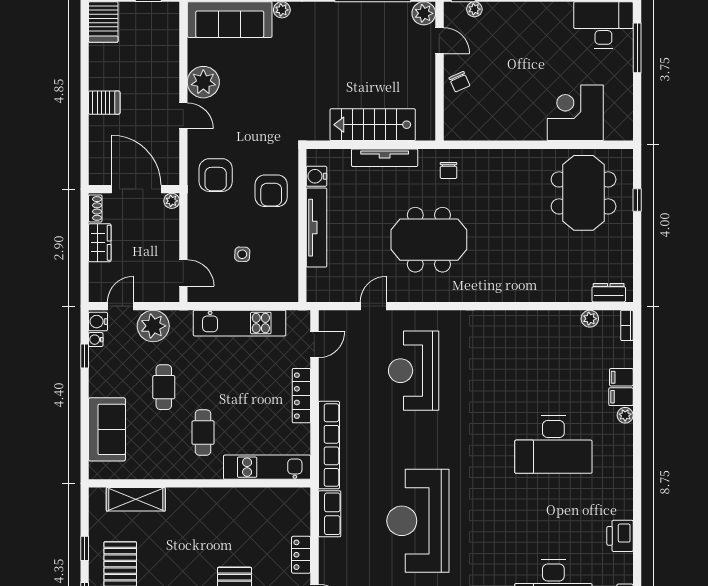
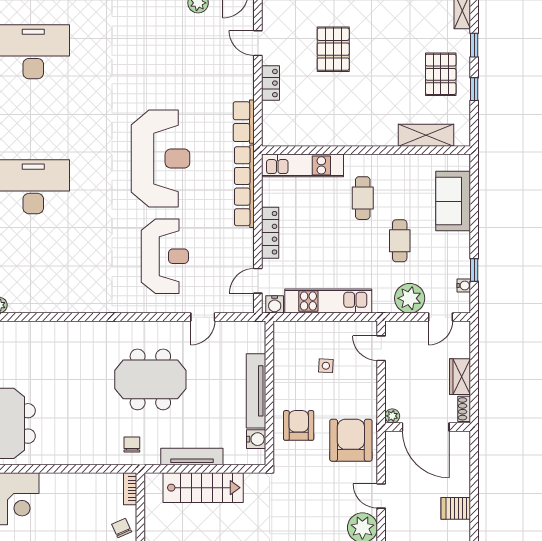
bookcase: (450, 123) -> (130, 489), added
armchair: (216, 175) -> (351, 440), width x1.36, depth x1.36
water cooler: (98, 322) -> (275, 304), moved, turned 90
reception desk: (418, 521) -> (161, 159), moved

